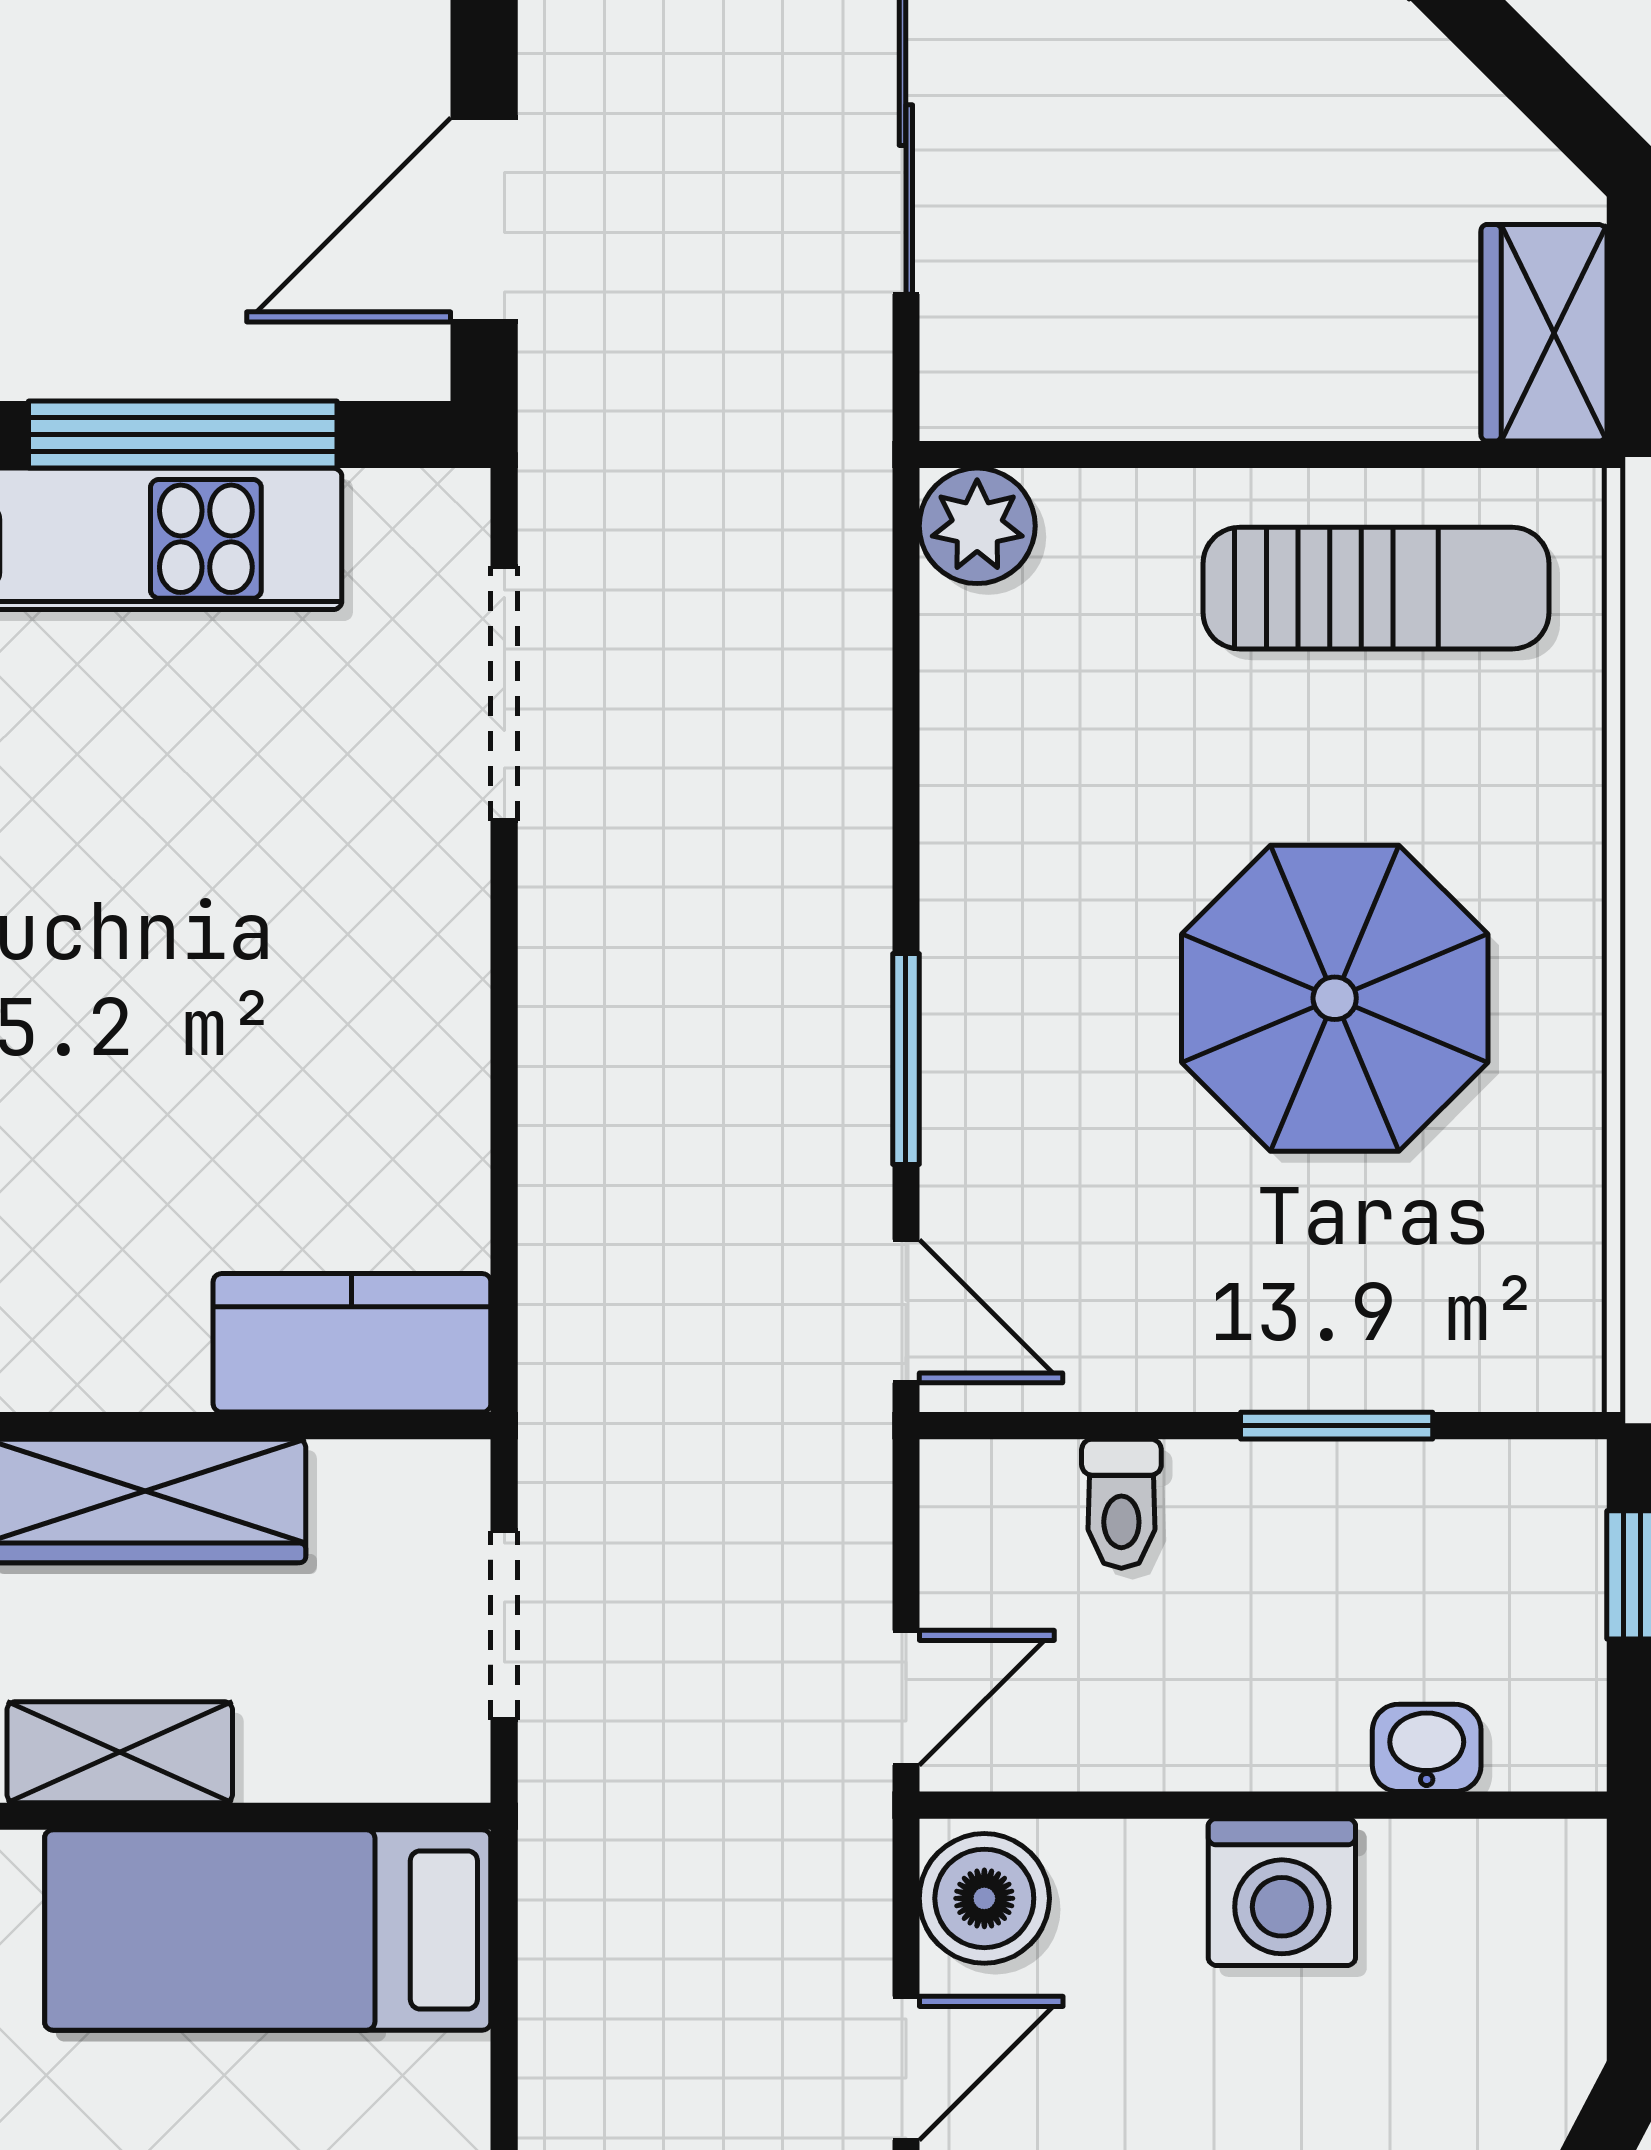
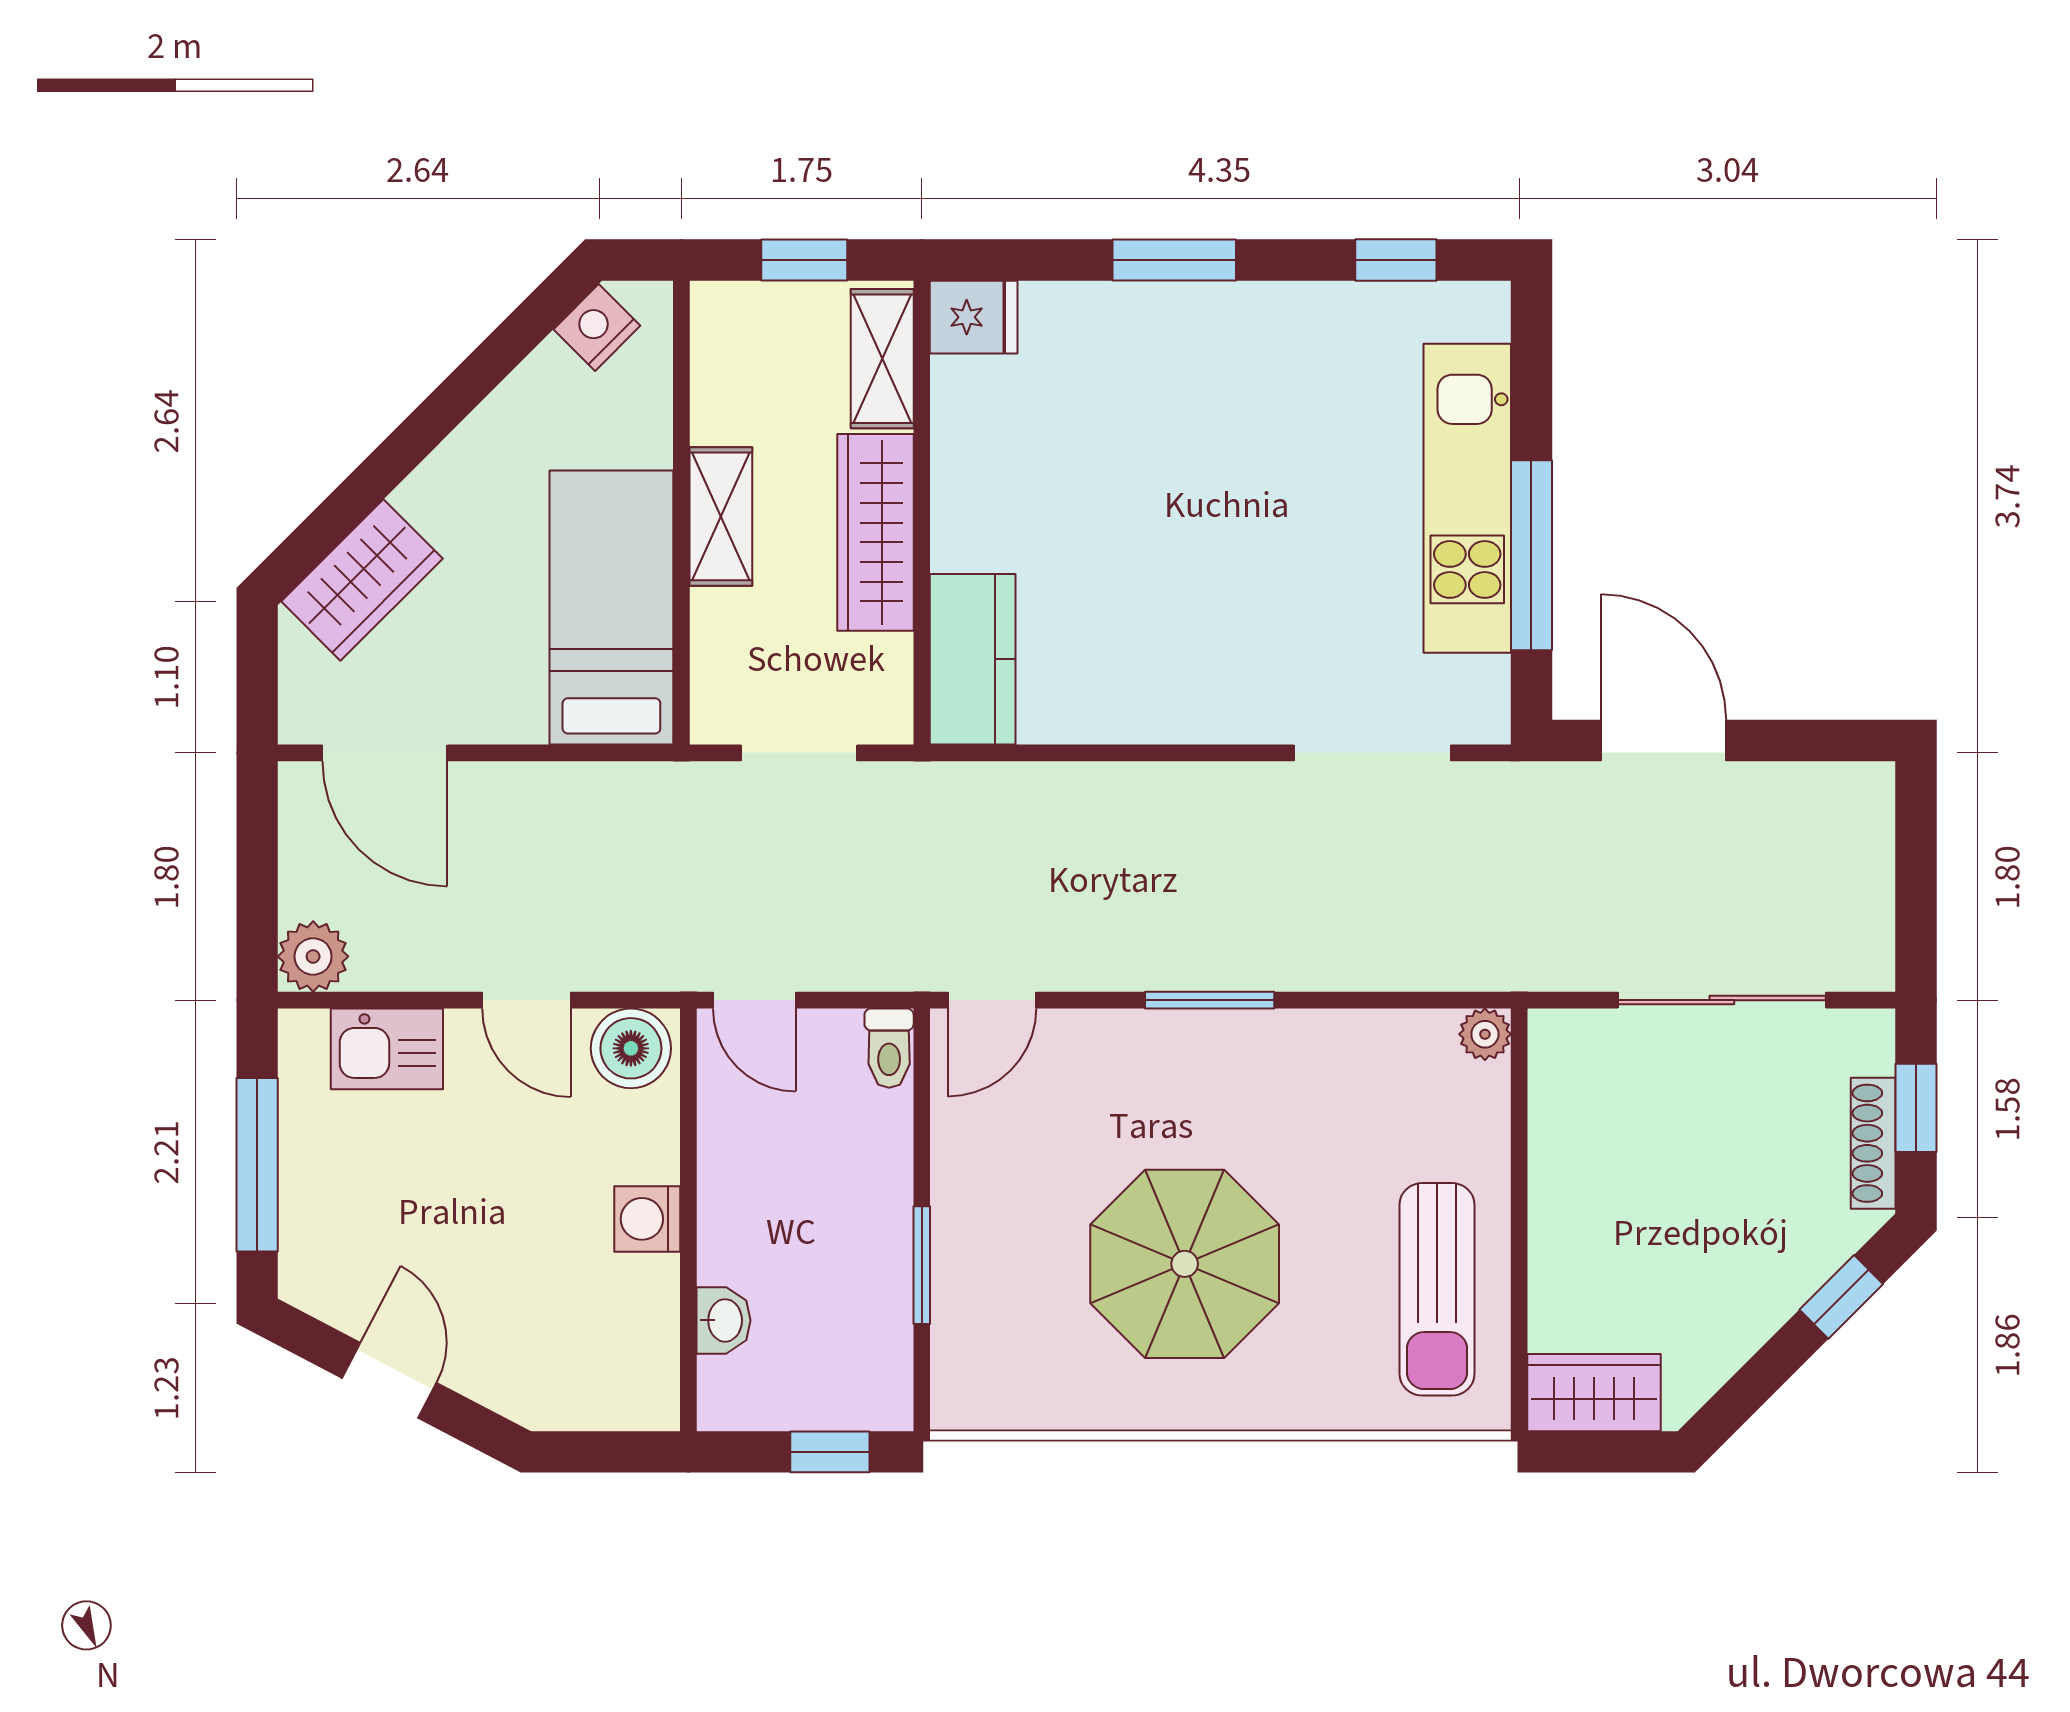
plant: (977, 526) -> (1485, 1034), width x0.73, depth x0.73
window: (906, 1059) -> (1210, 1000), moved
toilet: (1121, 1504) -> (889, 1048), moved, turned -90
washing machine: (1282, 1892) -> (647, 1219), width x0.73, depth x0.73

